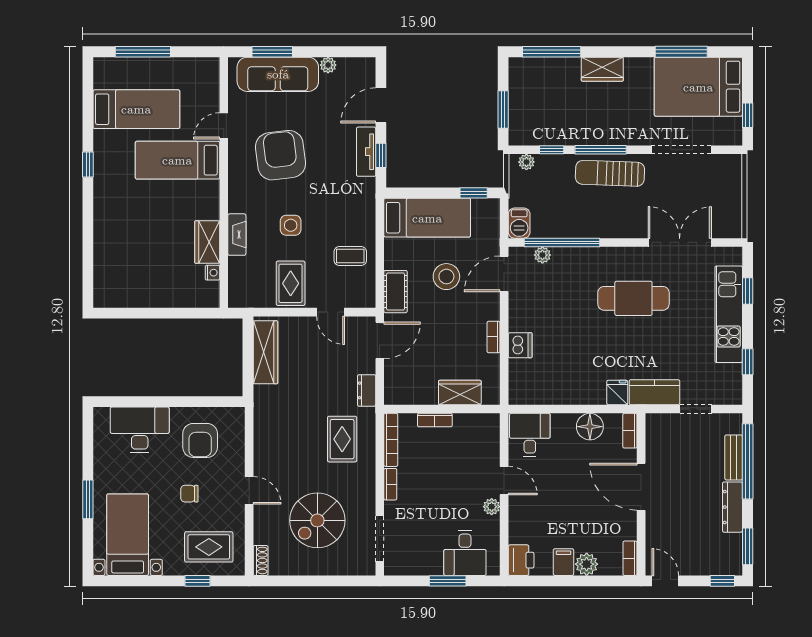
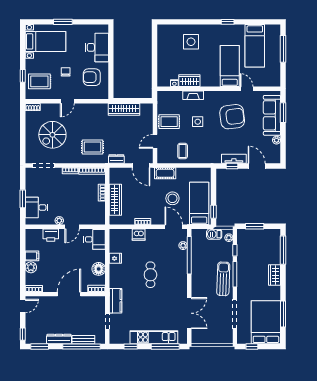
bed: (427, 218) -> (199, 203), moved, turned 180
barbecue: (519, 223) -> (214, 234), moved
side table: (128, 239) -> (191, 42), added
window: (748, 291) -> (165, 347), width x2.17
cafe table: (633, 298) -> (150, 275), moved, width x0.73, depth x0.74
wardrobe: (265, 352) -> (124, 109), moved
wardrobe: (460, 392) -> (115, 200), width x1.50
fridge: (617, 392) -> (115, 258), moved
spiral stairs: (317, 520) -> (52, 135), turned -90
rug: (209, 547) -> (39, 81), turned 90
printer: (521, 560) -> (51, 235), moved

